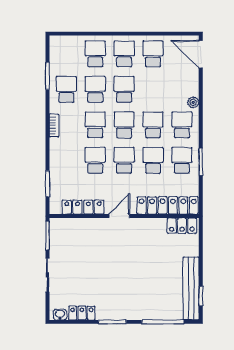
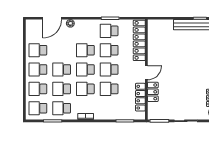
door: (201, 54) -> (52, 18), moved
school desk: (182, 125) -> (38, 108), moved
door: (119, 216) -> (146, 73), swing flipped
locker: (182, 226) -> (153, 92), moved

